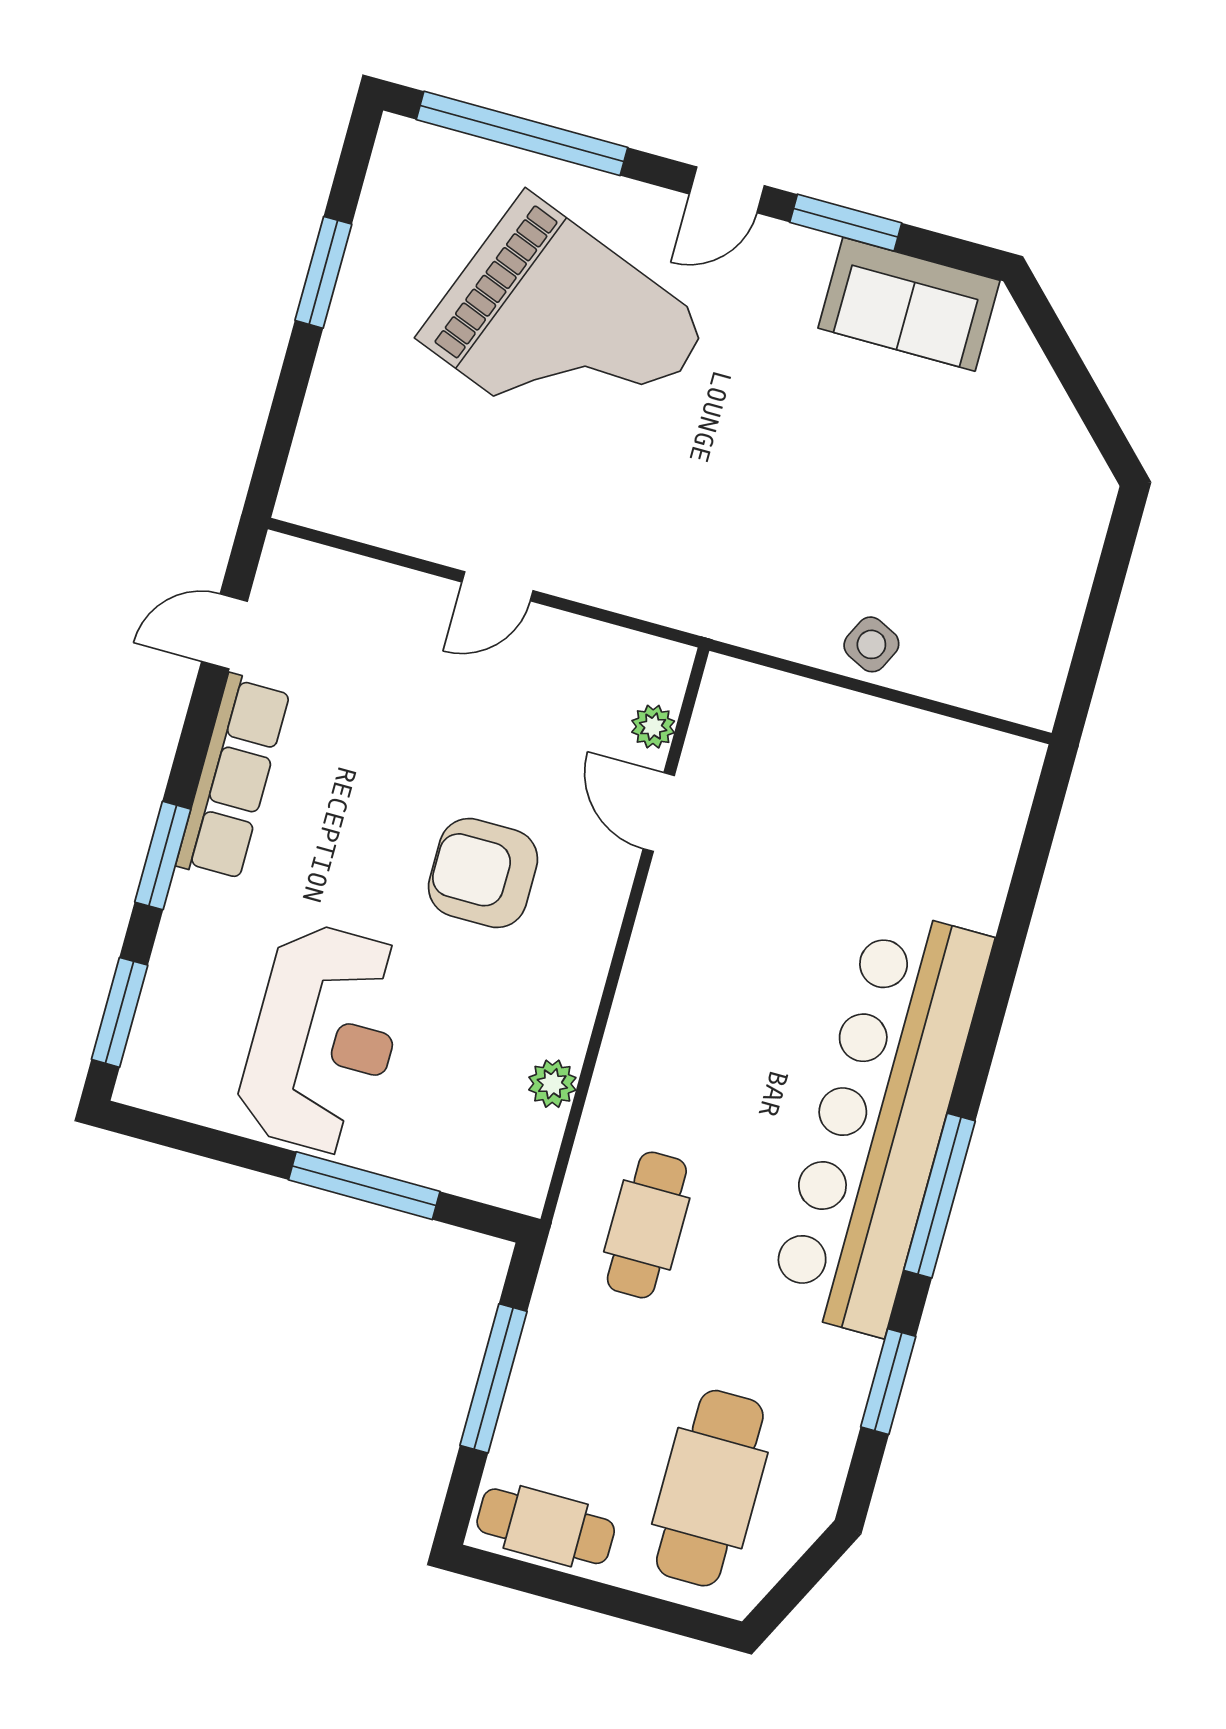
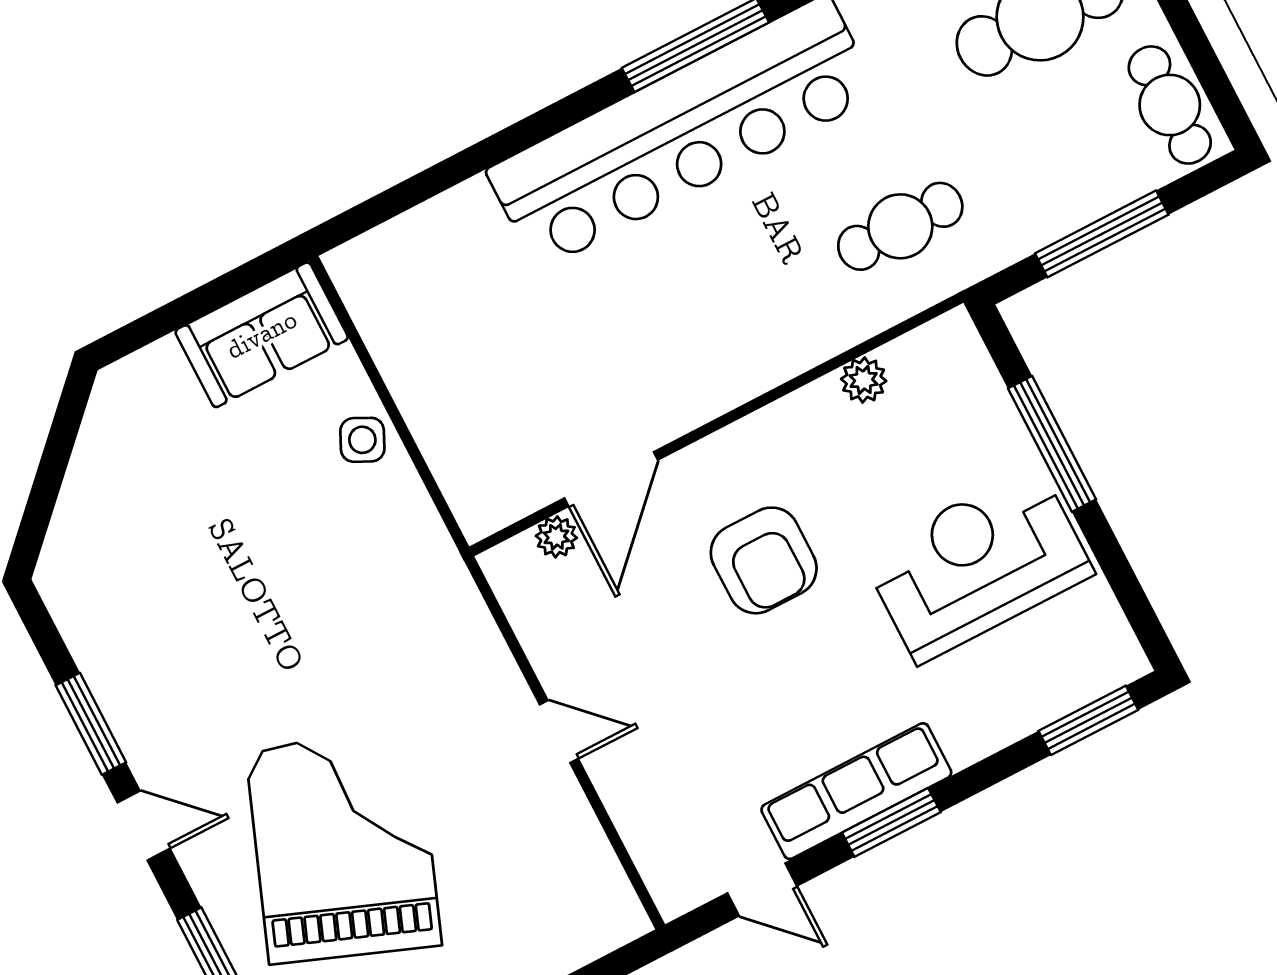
sofa: (909, 304) -> (262, 335), moved, turned 90
door: (659, 812) -> (611, 479), width x1.38
window: (163, 856) -> (891, 822), moved

